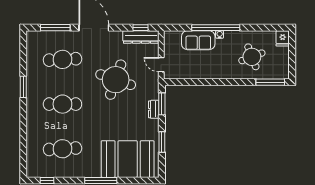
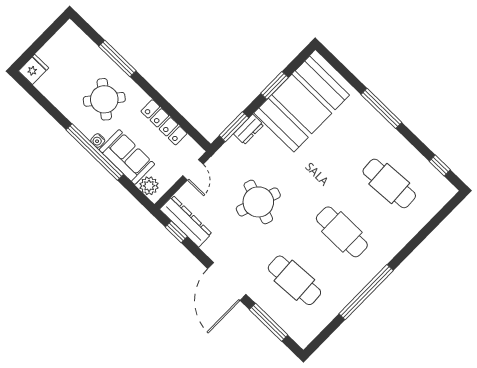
plant: (175, 37) -> (149, 186), added
round table: (252, 57) -> (104, 99), moved, turned -30
locker: (197, 74) -> (164, 122), added
round table: (116, 80) -> (258, 202), width x0.73, depth x0.73
window: (270, 82) -> (117, 59), moved
window: (23, 87) -> (366, 292), width x2.11
booth: (128, 159) -> (302, 104), moved, turned 90

